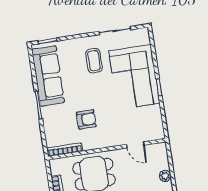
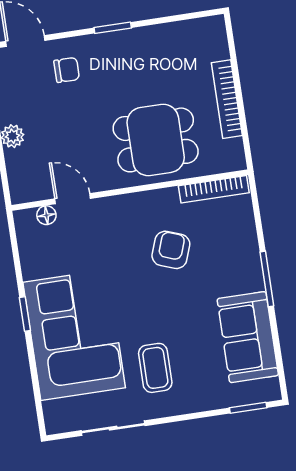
sofa: (48, 76) -> (248, 337), width x0.73
armchair: (86, 119) -> (171, 250), turned 110
floor lamp: (148, 137) -> (46, 215), added

